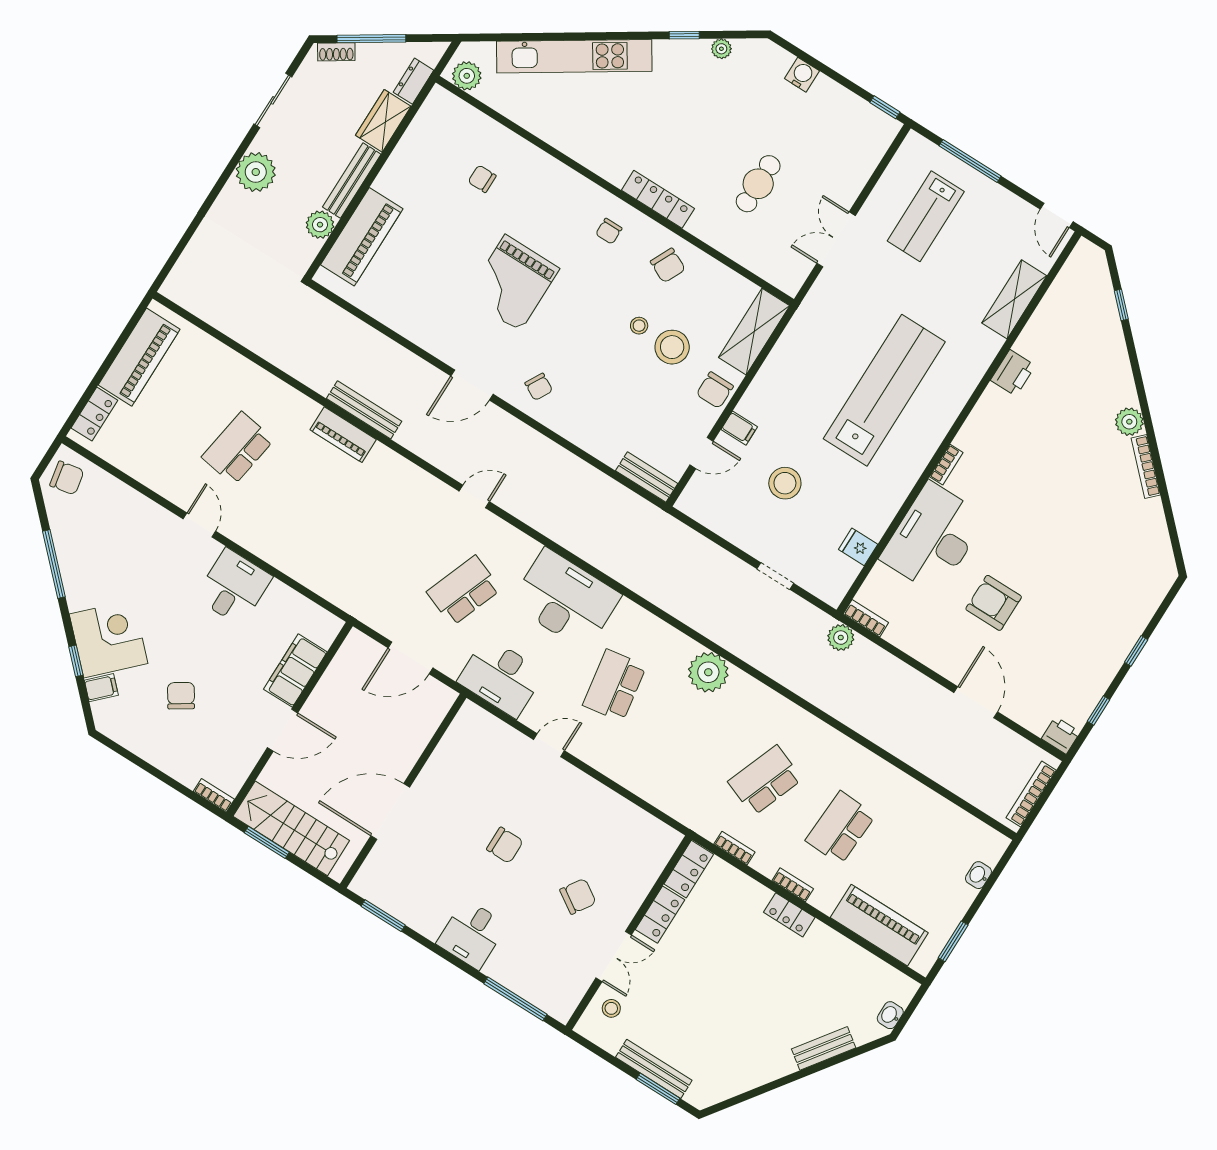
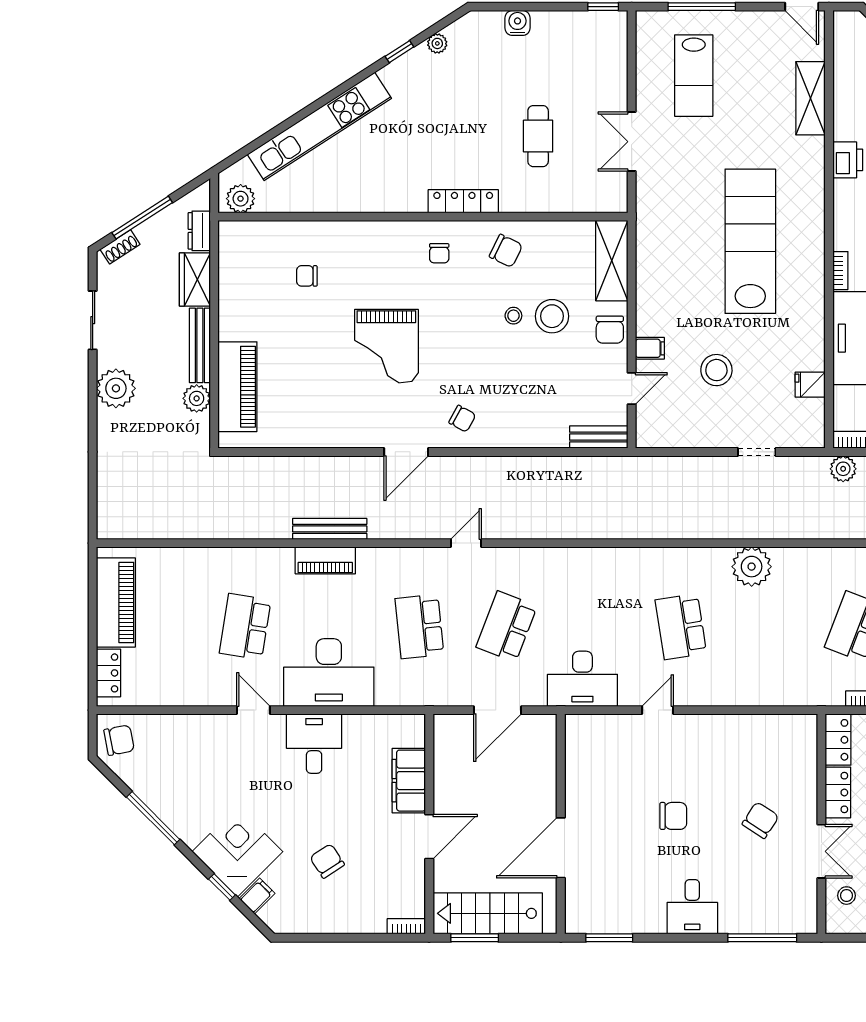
school desk: (388, 543) -> (419, 627), added
desk: (566, 599) -> (329, 672), moved, turned 180

